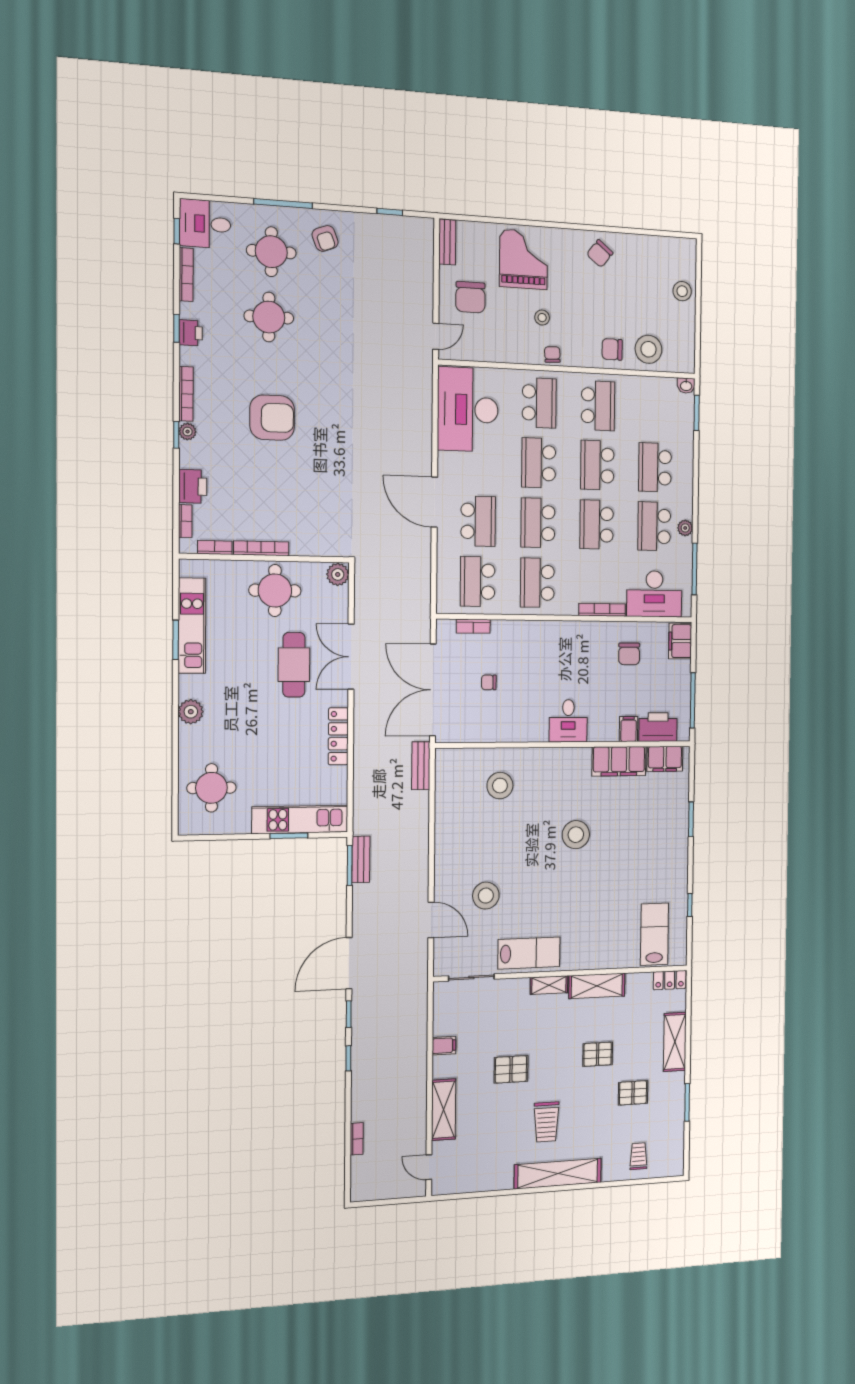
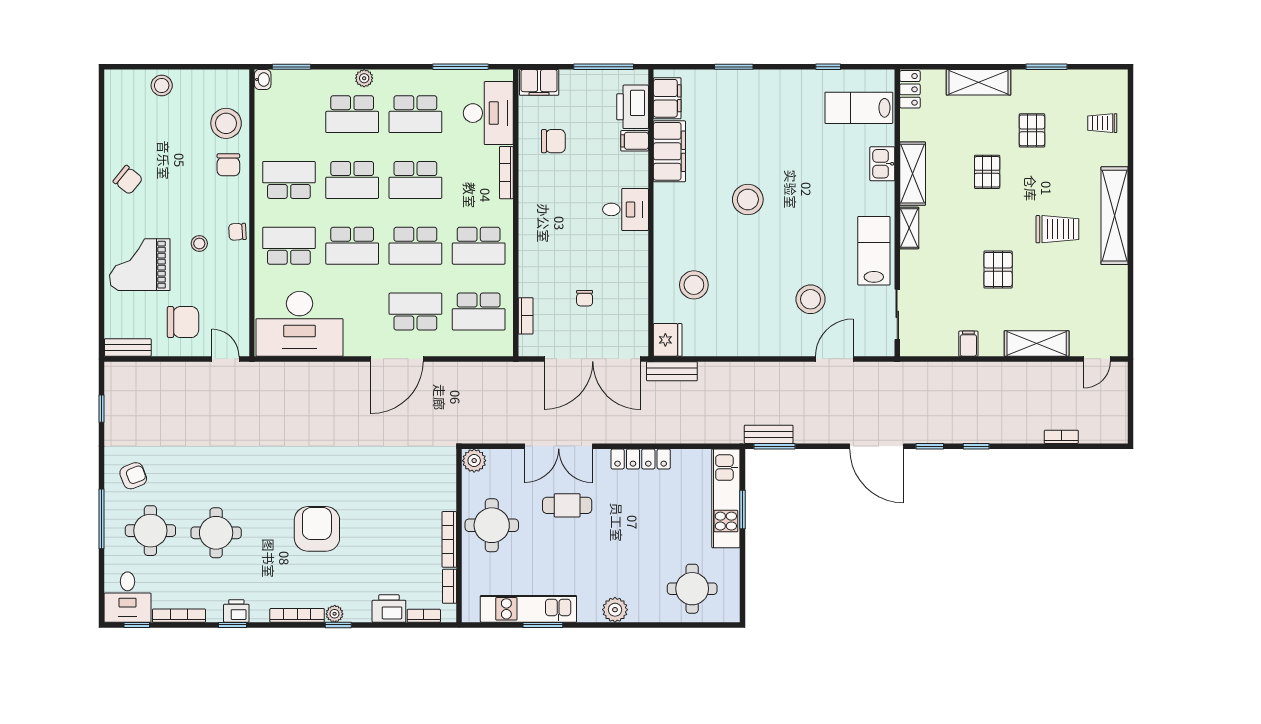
plant: (685, 528) -> (364, 78), moved
cafe table: (294, 665) -> (567, 505), width x0.73, depth x0.74
fridge: (450, 761) -> (668, 340), added
kitchen sink: (606, 958) -> (882, 164), added

